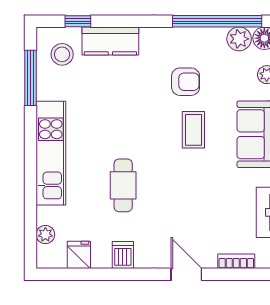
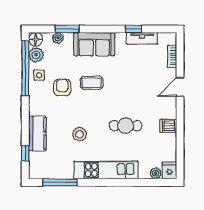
side table: (206, 44) -> (39, 75), added
stool: (62, 54) -> (80, 134), moved
fridge: (79, 255) -> (169, 170), moved, turned 90

